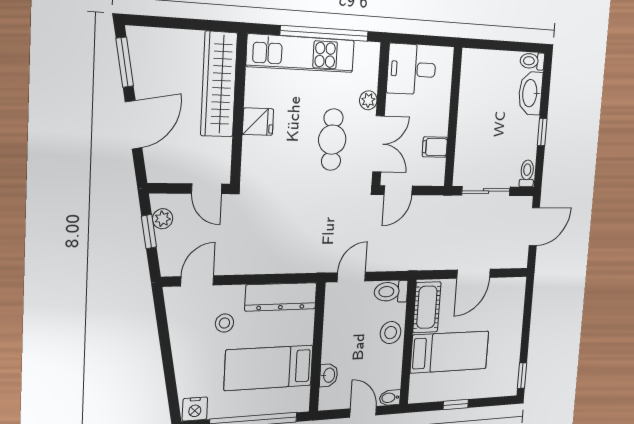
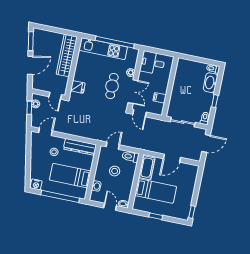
fridge: (258, 122) -> (78, 87), moved
door: (398, 190) -> (140, 113), hinge flipped
stool: (391, 333) -> (115, 171), moved

